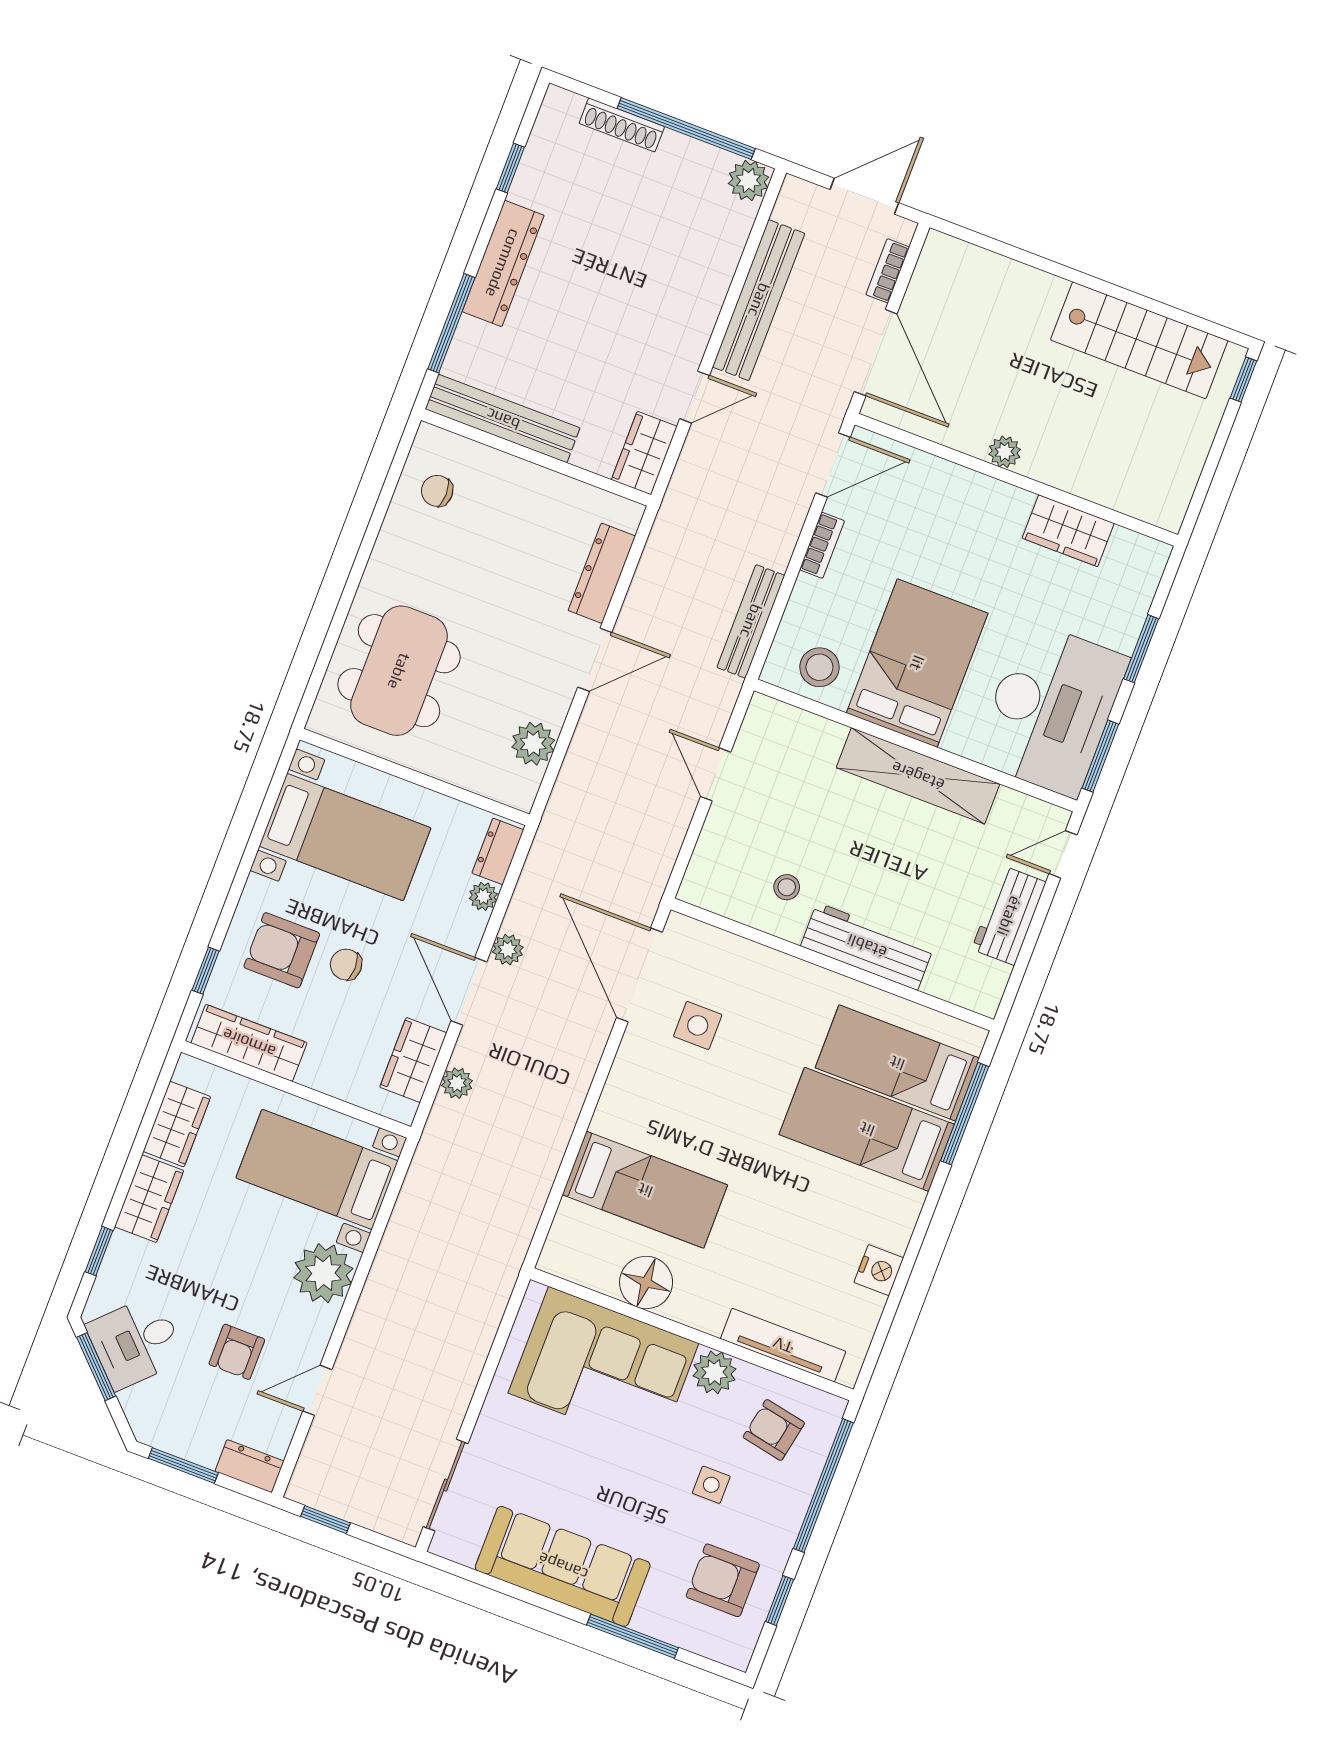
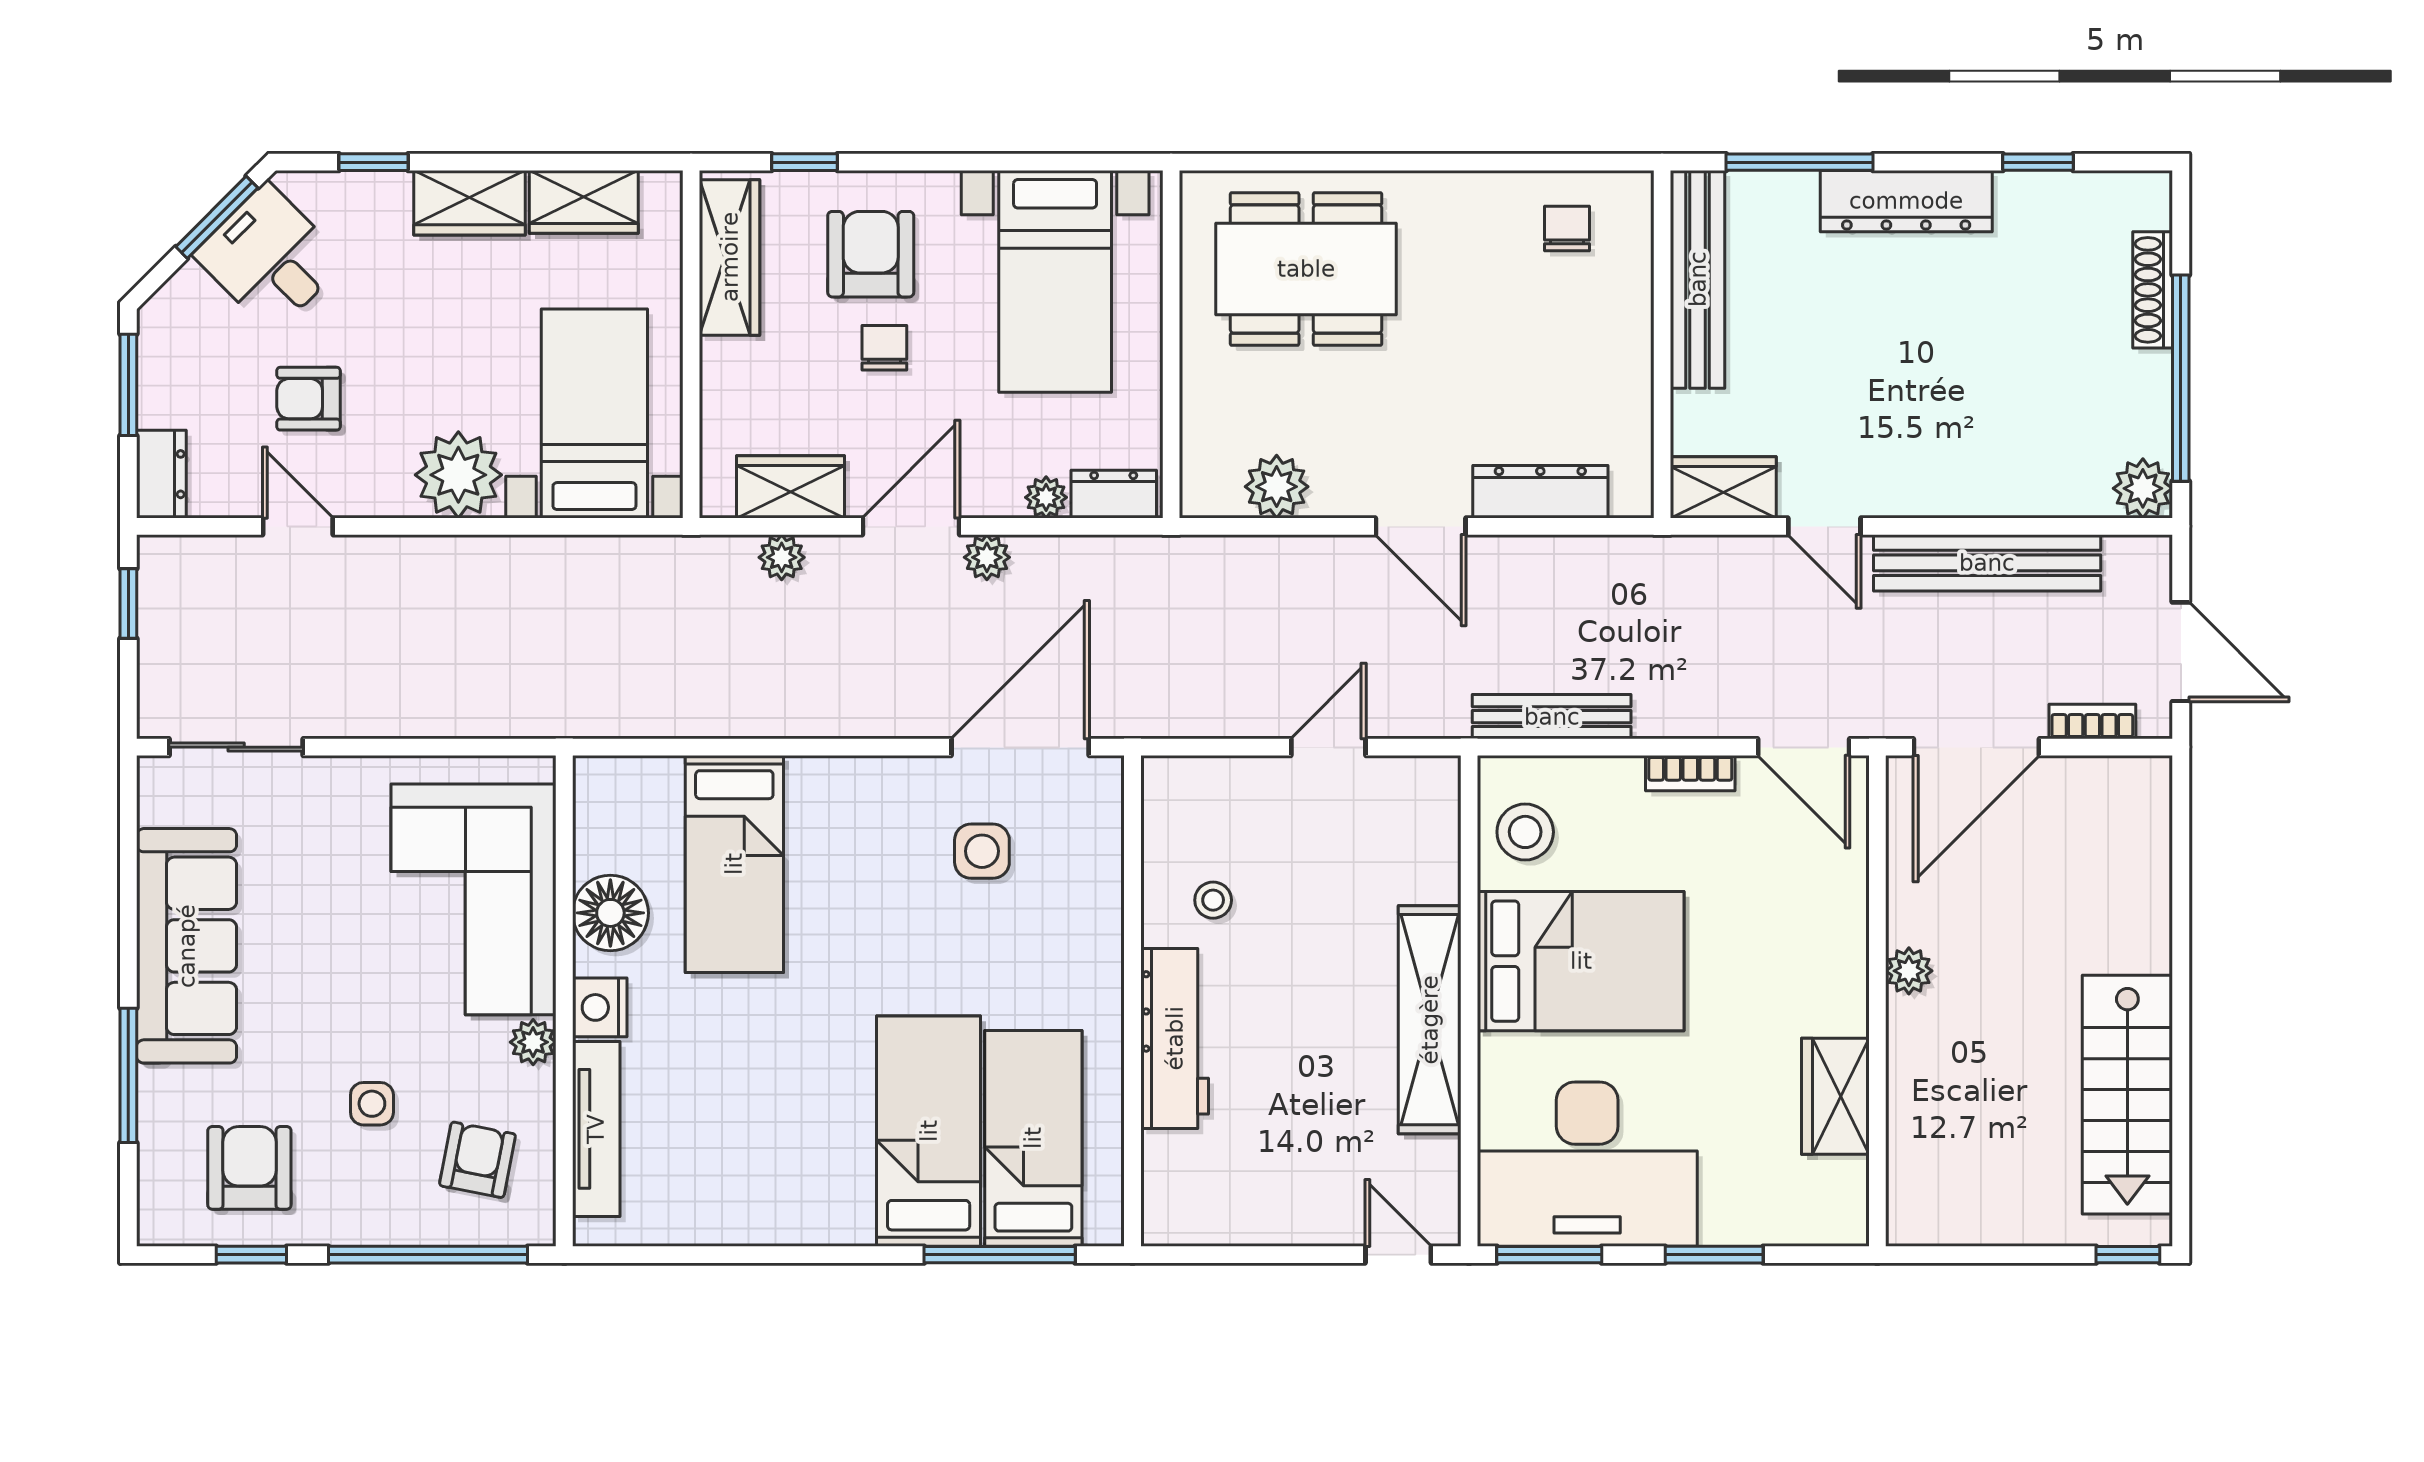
workbench: (1009, 916) -> (1288, 1213), removed
nightstand: (879, 1270) -> (600, 1007), moved, turned 90
plant: (714, 1372) -> (533, 1042), width x0.73, depth x0.73

